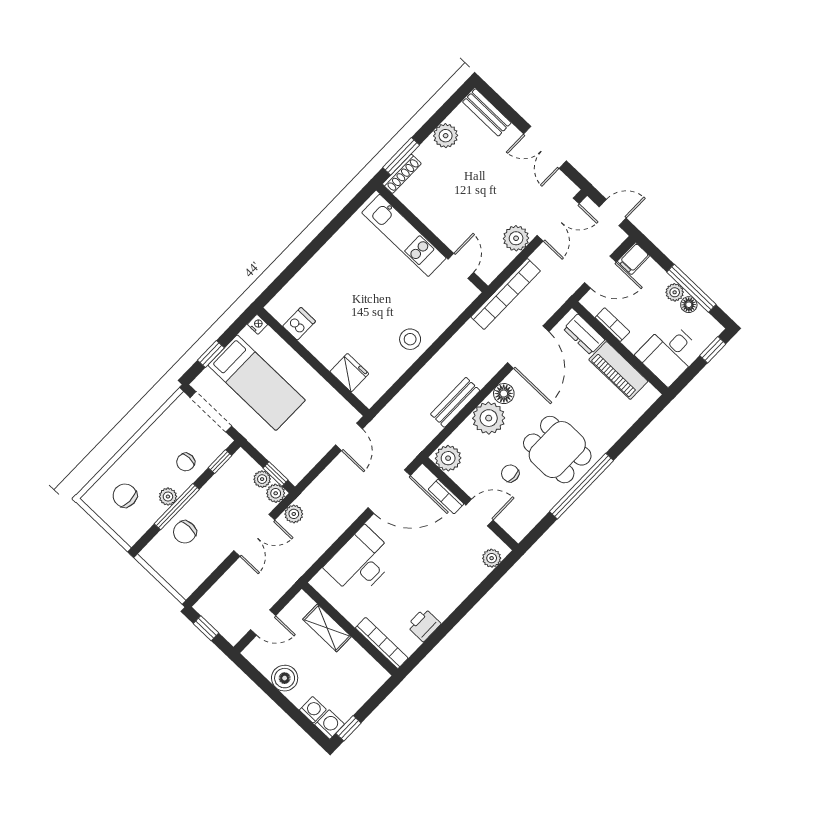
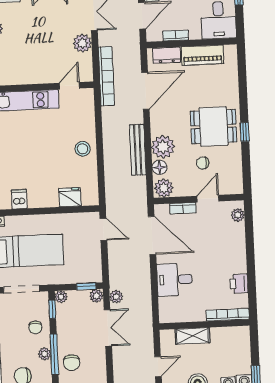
door: (461, 266) -> (69, 86), hinge flipped
door: (528, 347) -> (145, 91), hinge flipped
floor lamp: (504, 394) -> (159, 167), moved
bench: (455, 402) -> (138, 150), width x1.36
plant: (262, 479) -> (61, 297), moved
window: (582, 486) -> (245, 132), width x0.32
door: (389, 492) -> (152, 236), hinge flipped
desk: (361, 562) -> (175, 280), width x0.73

